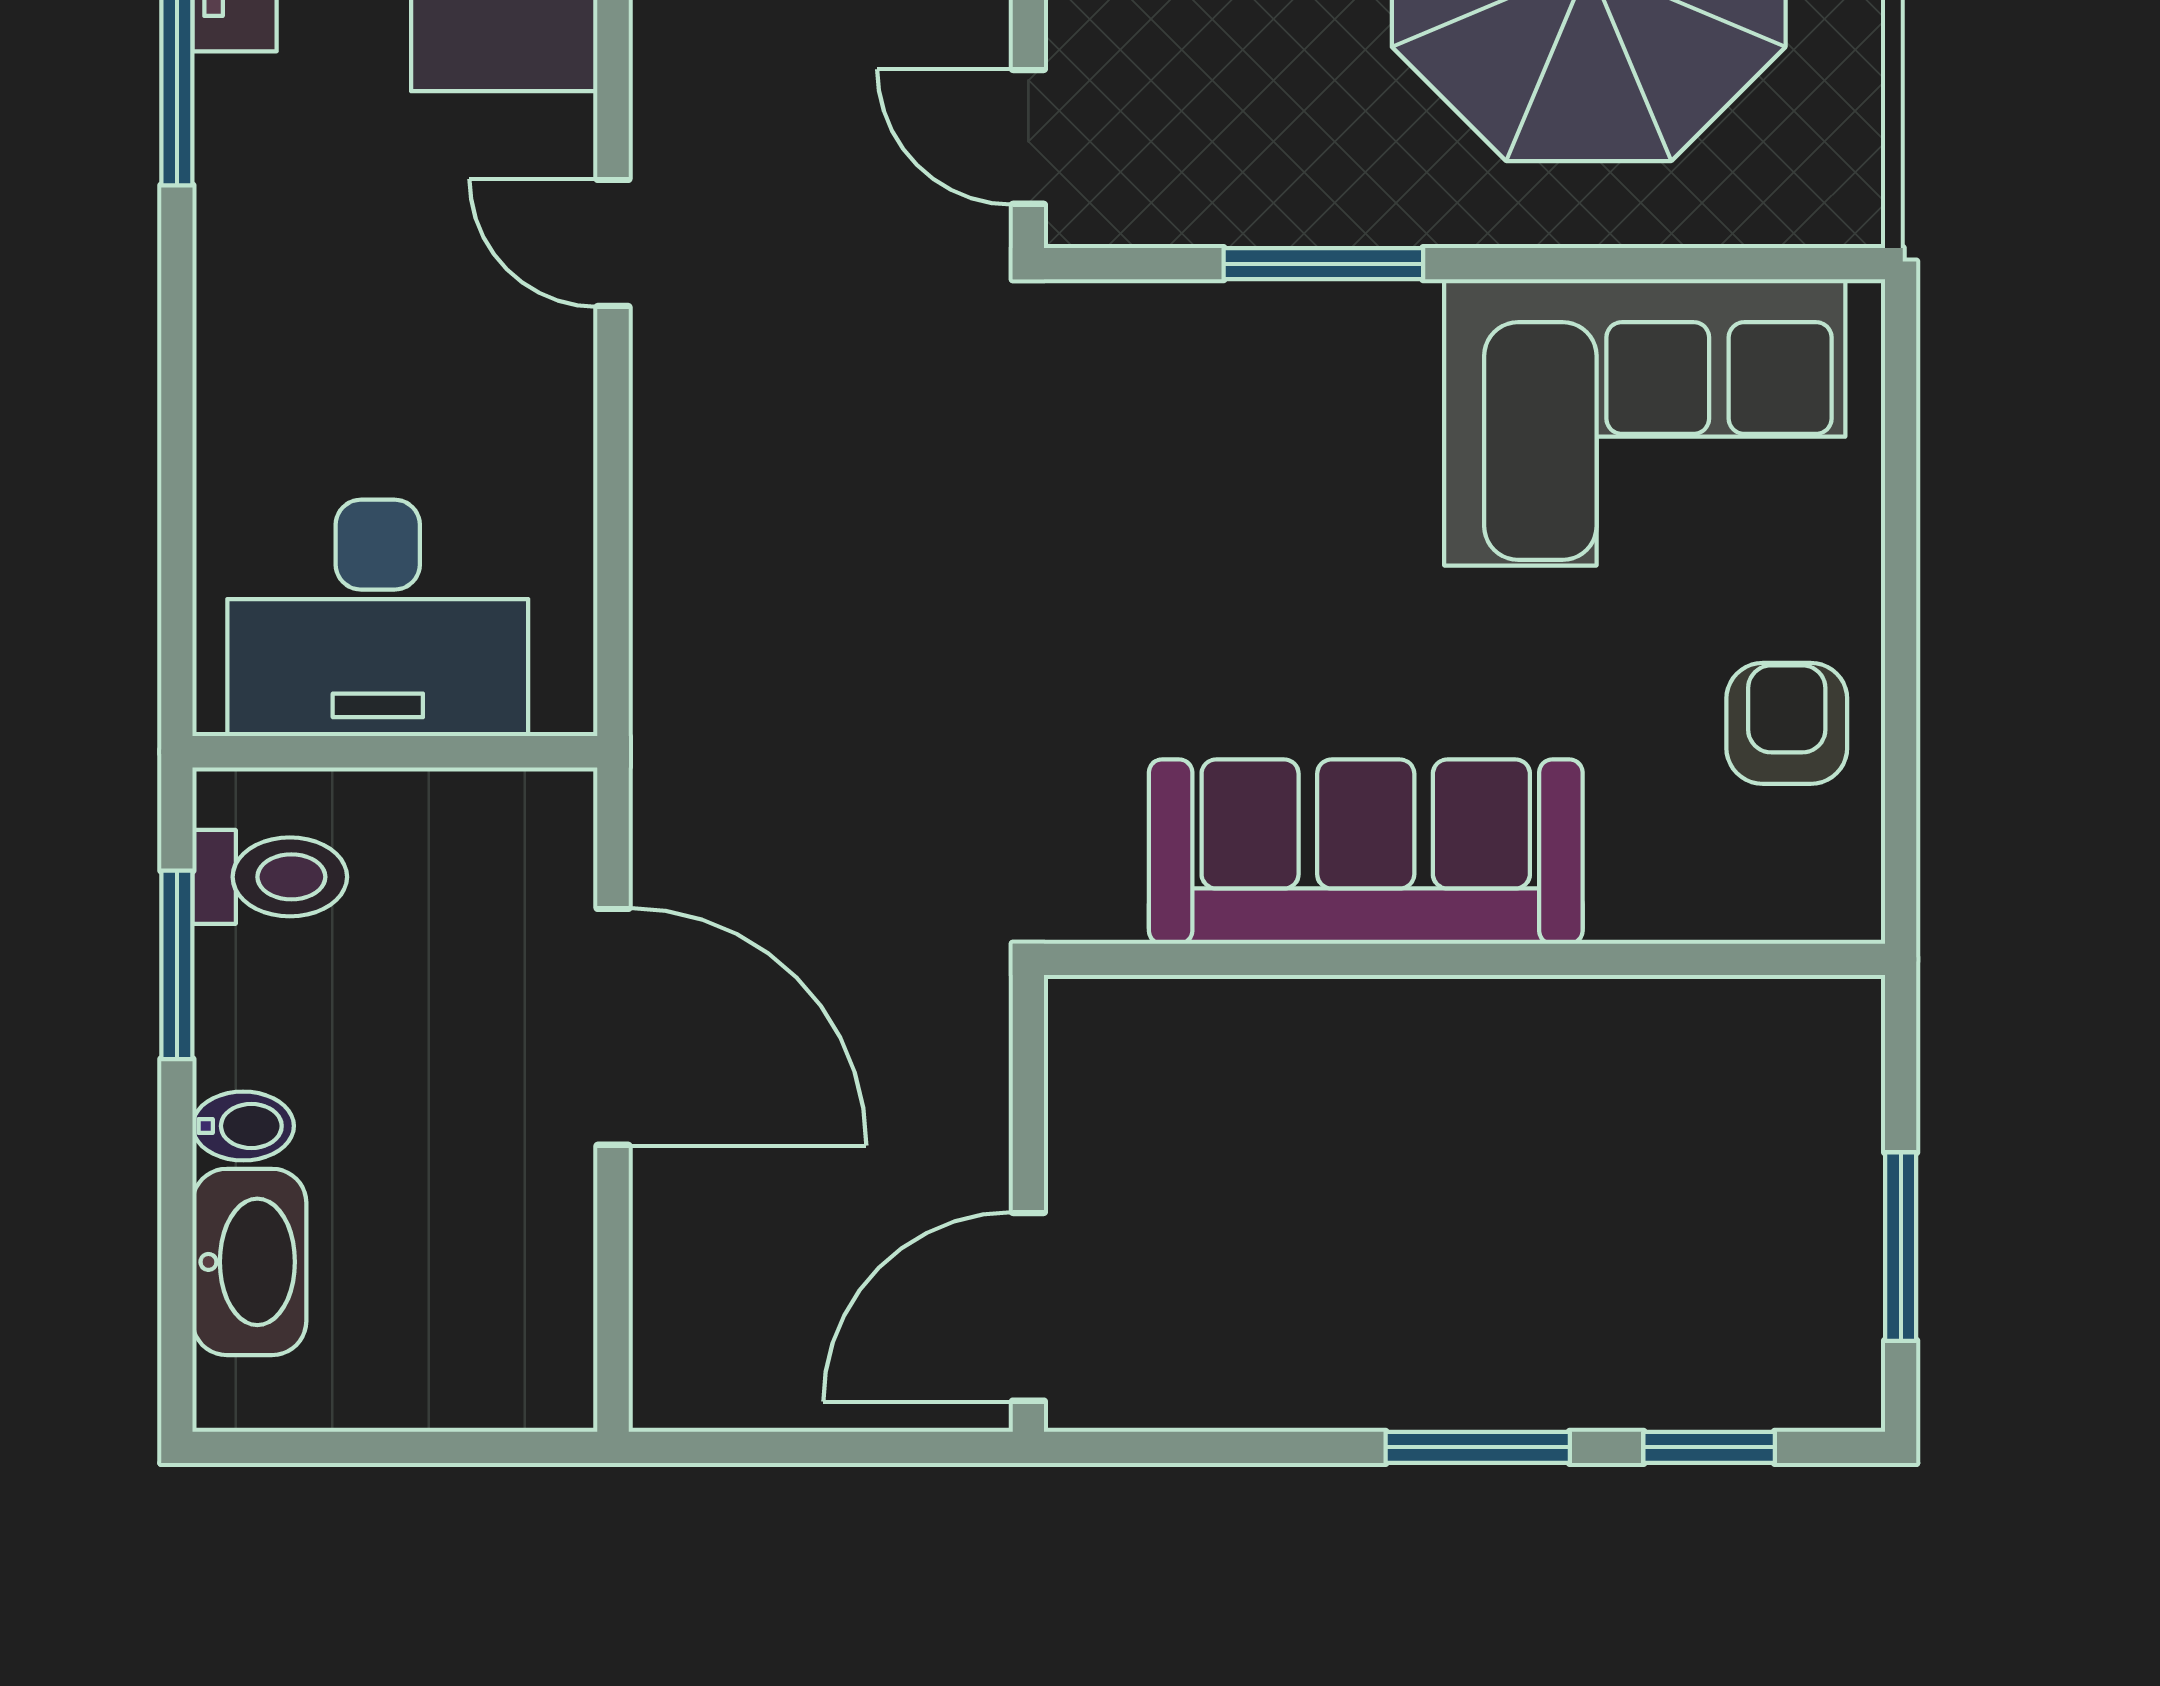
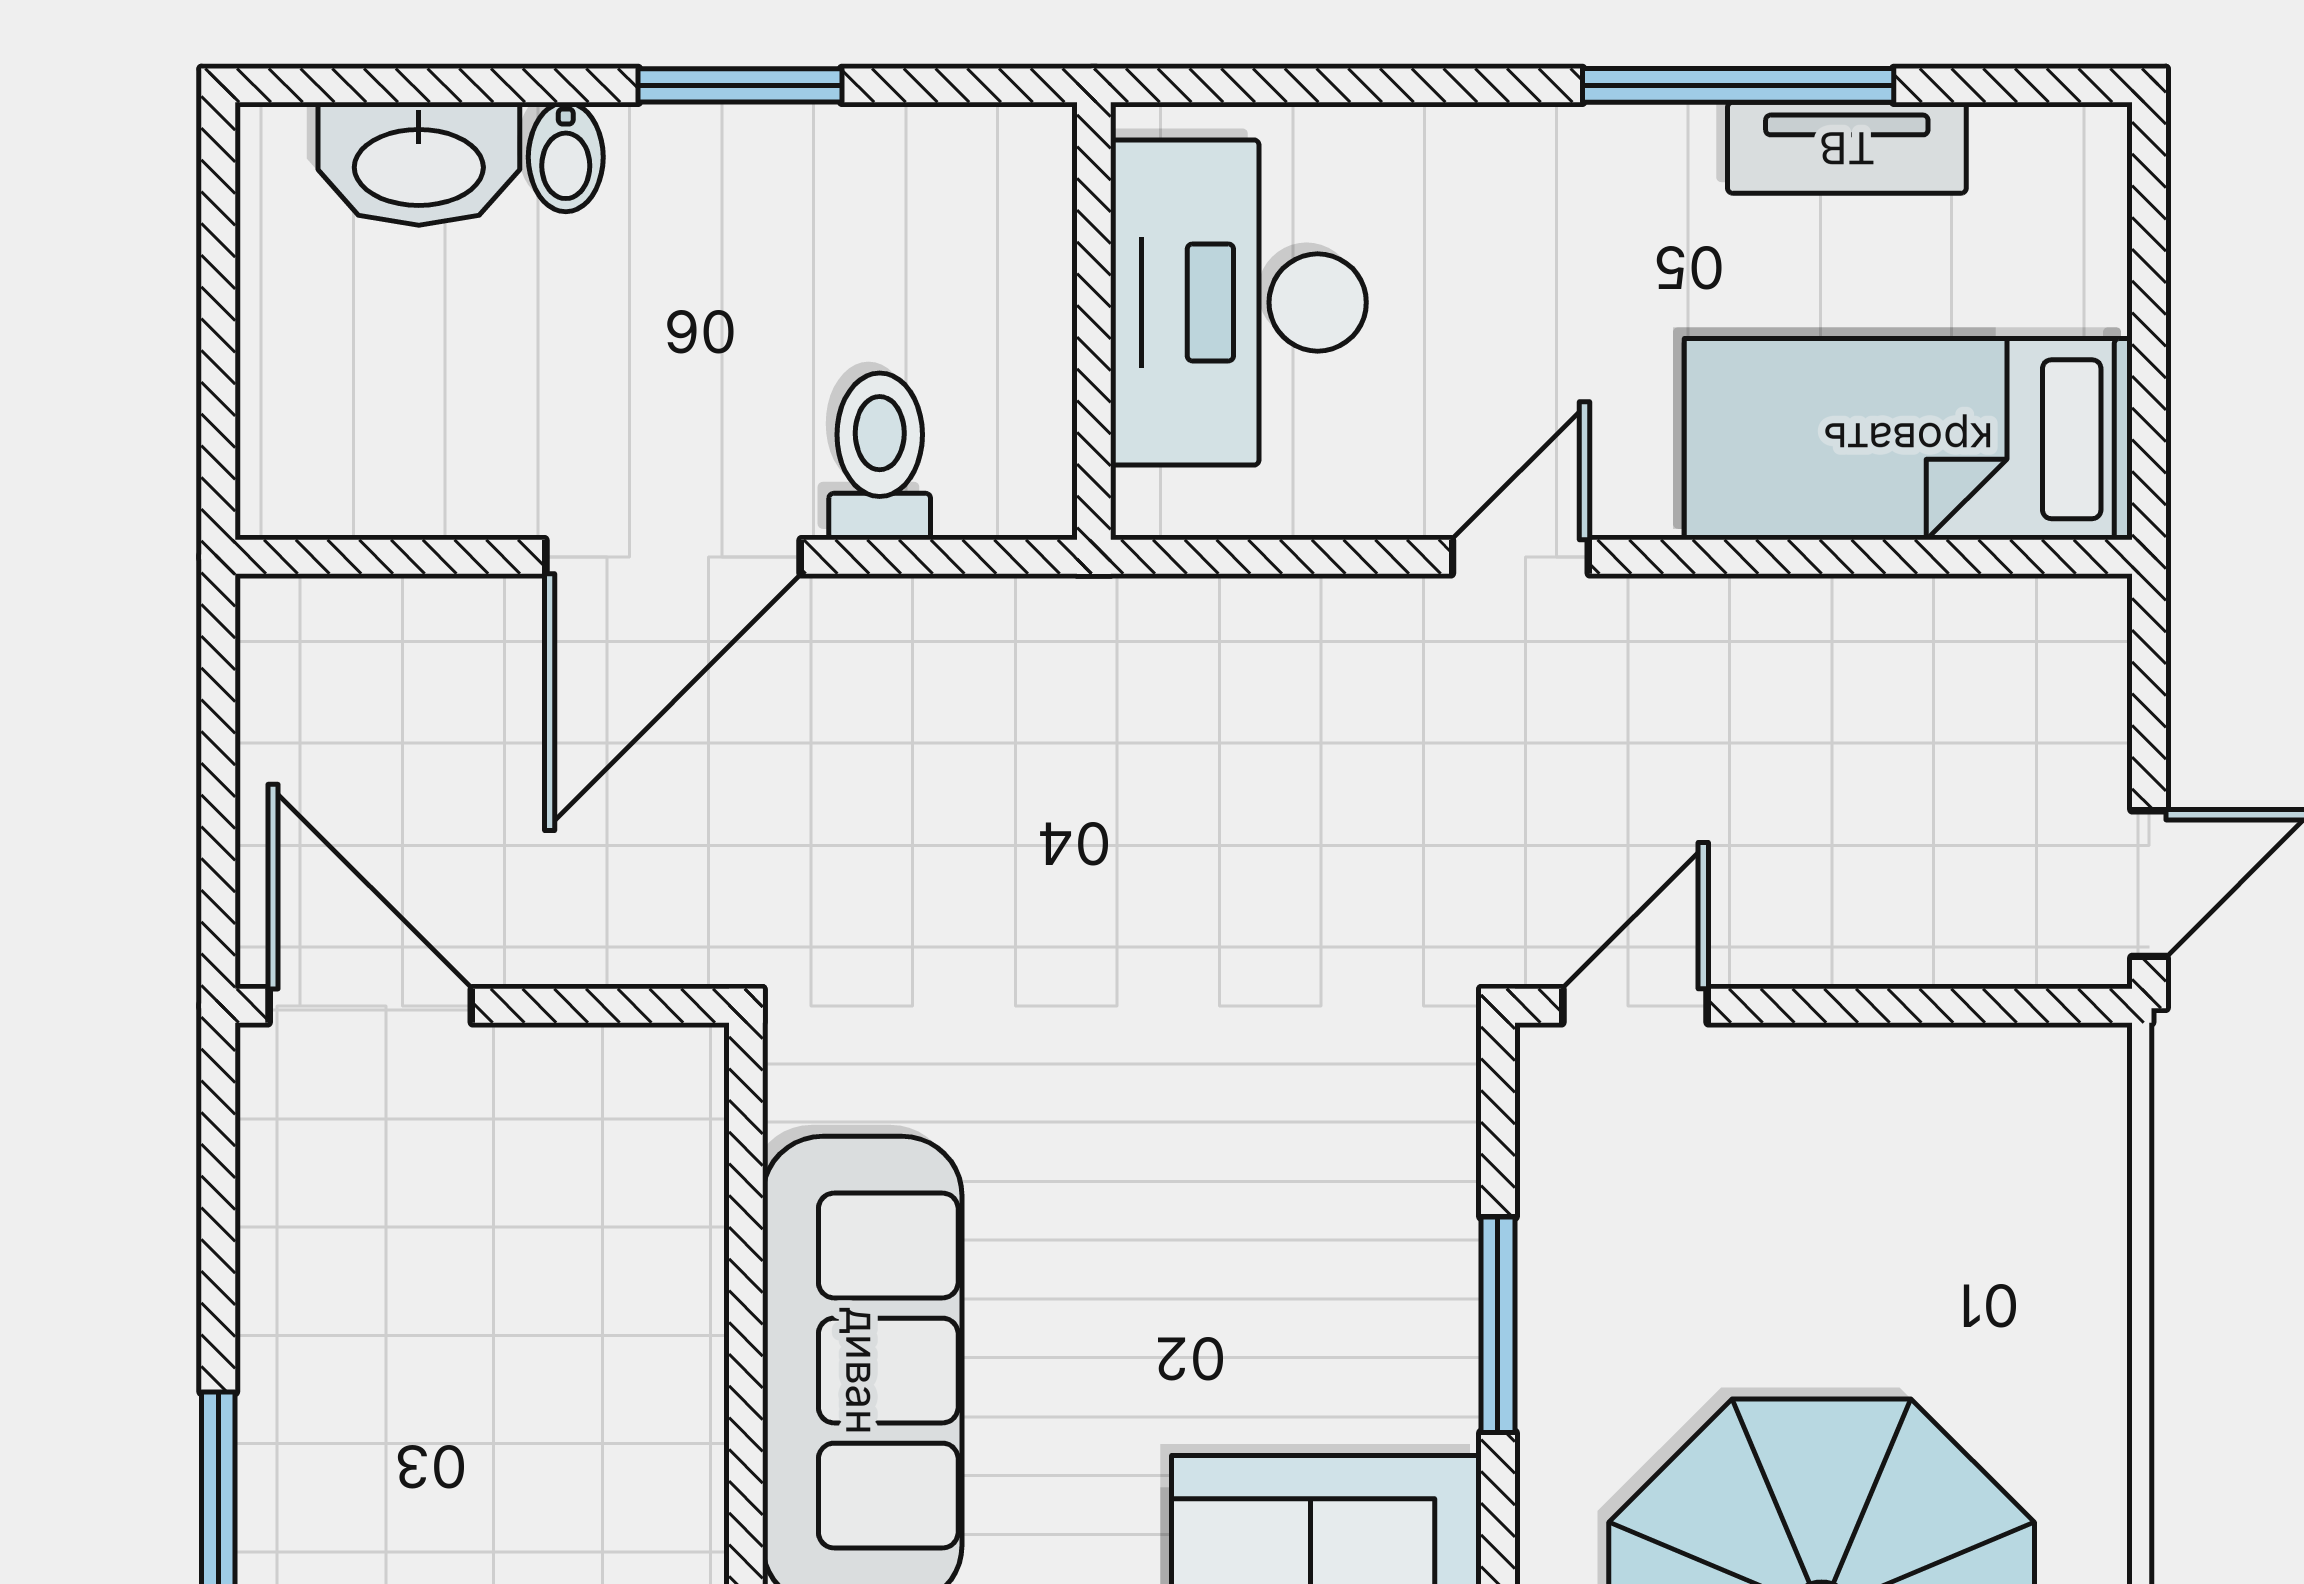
desk: (378, 618) -> (1238, 302), moved
wall: (395, 752) -> (1094, 321), moved
toilet: (270, 877) -> (880, 456), moved, turned 180

